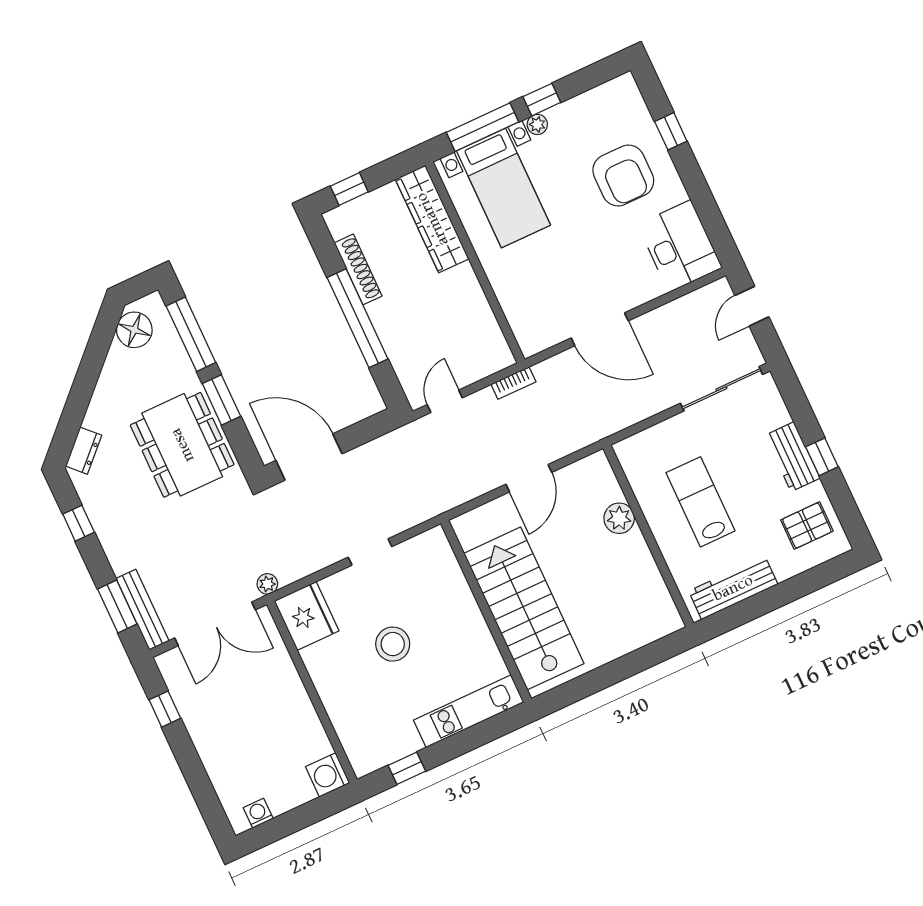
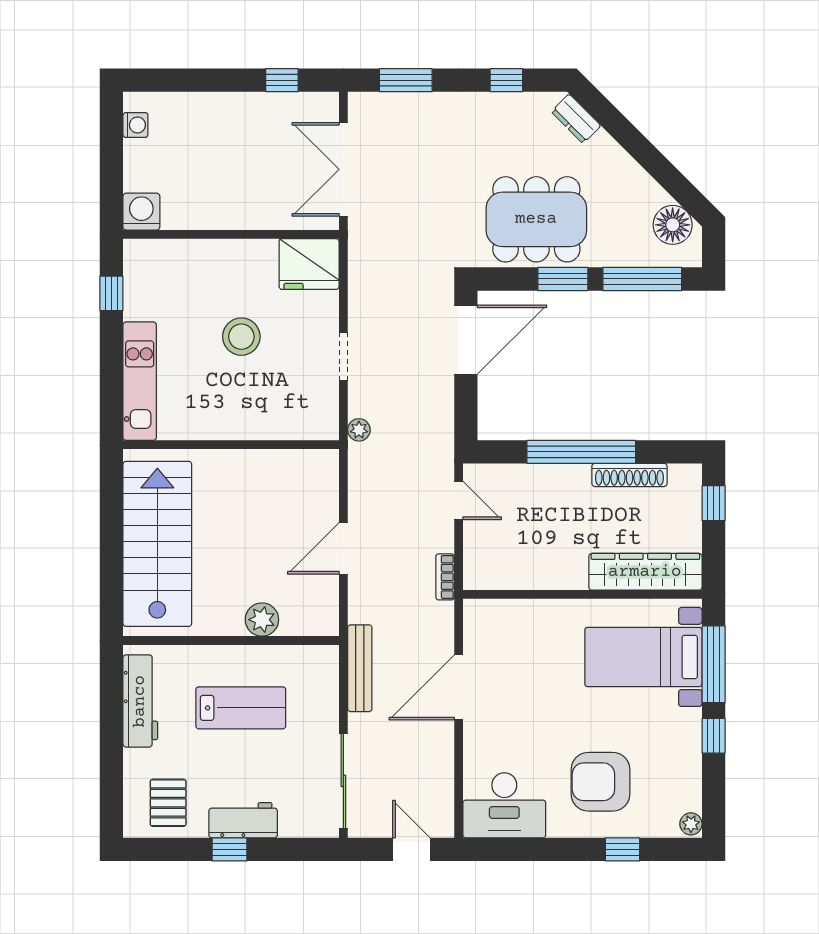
plant: (537, 124) -> (691, 824), moved
door: (529, 478) -> (343, 548), hinge flipped
plant: (267, 584) -> (359, 430), moved
stairs: (524, 608) -> (157, 544), moved, turned -90
bench: (142, 610) -> (360, 668), moved, turned 90

